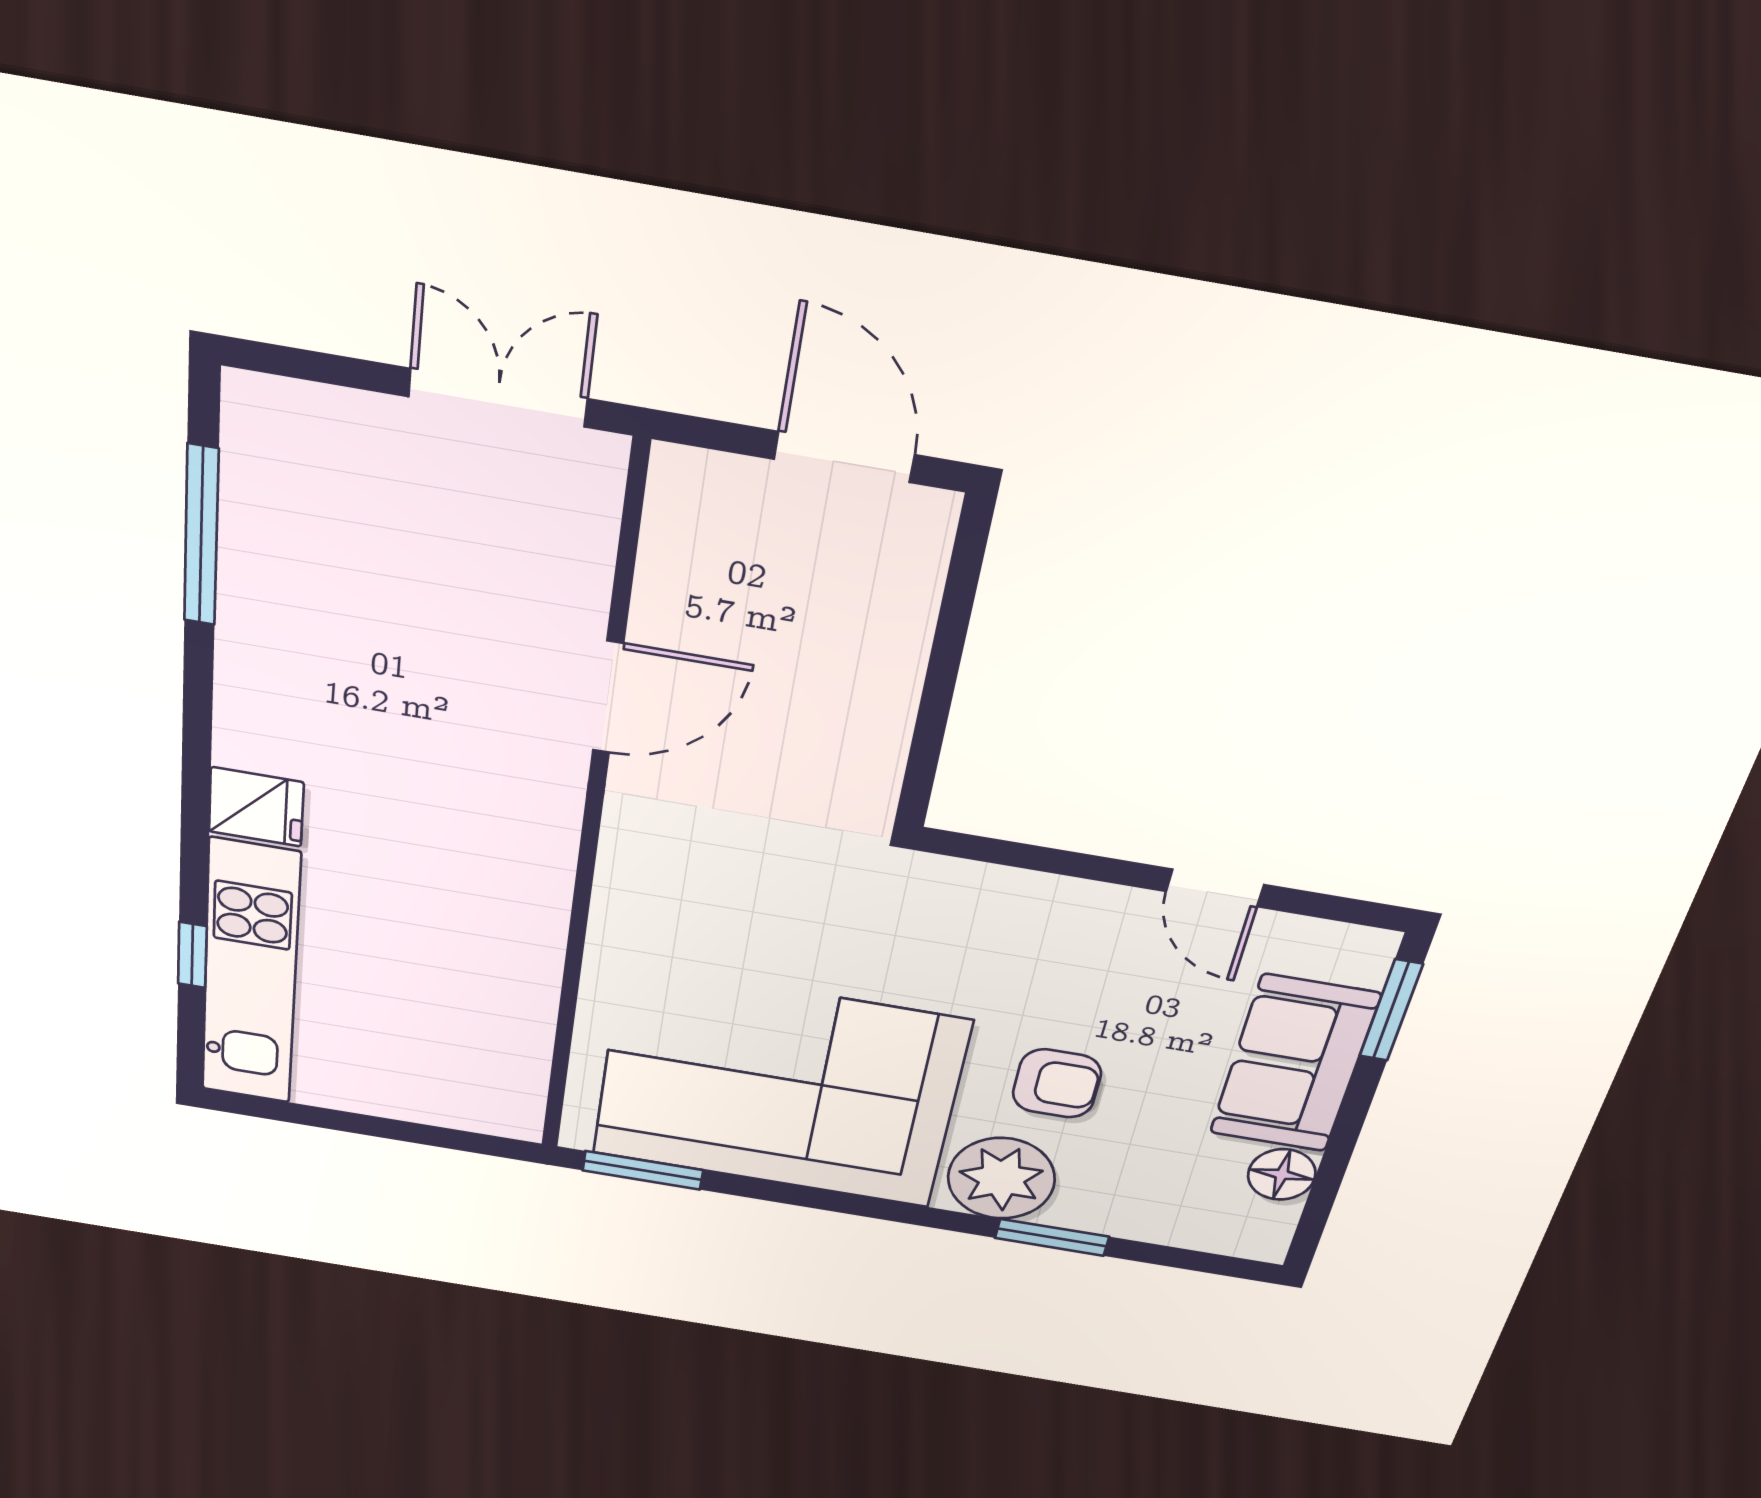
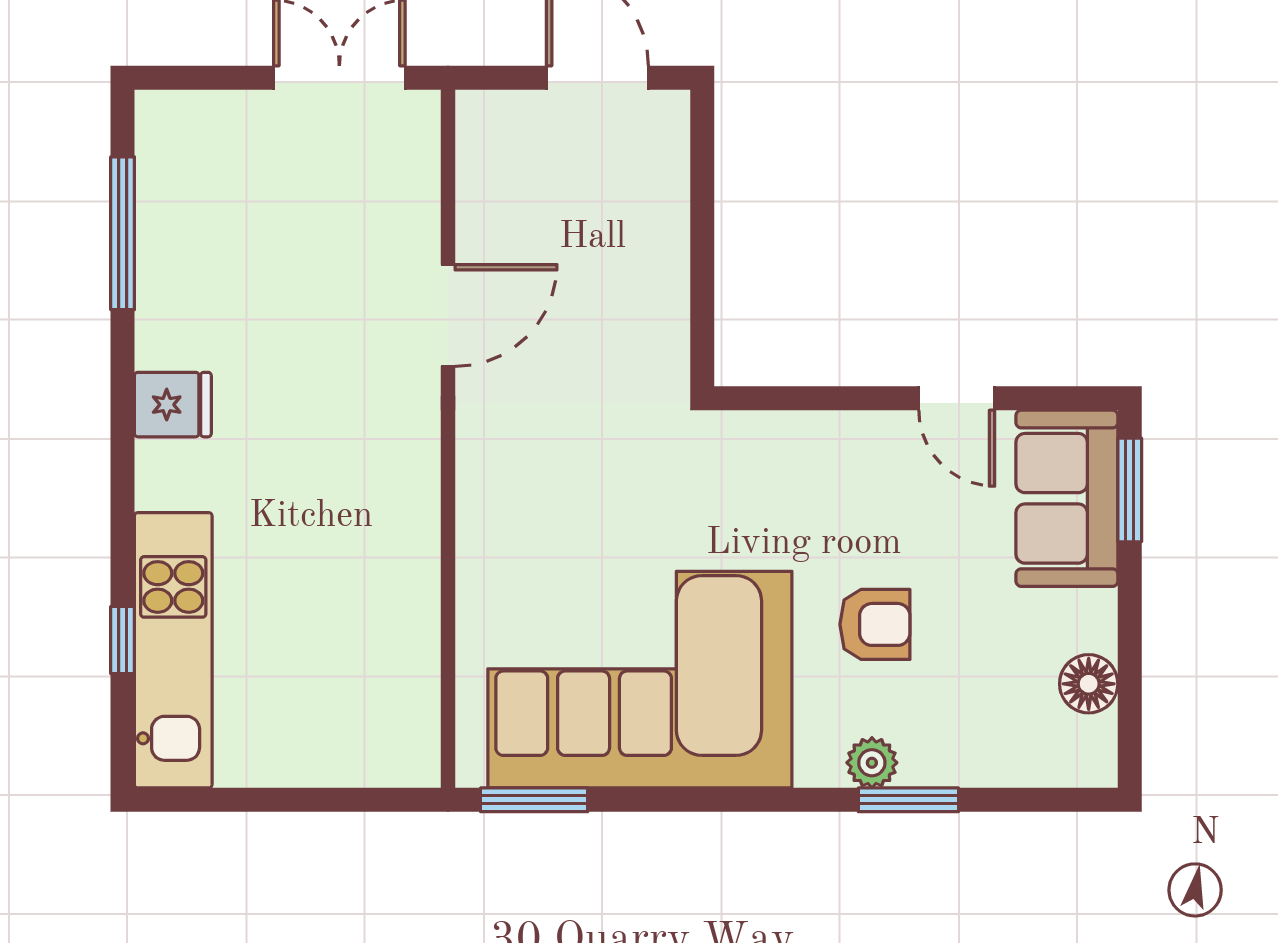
fridge: (256, 807) -> (173, 405), moved
sofa: (1294, 1064) -> (1067, 498), moved
plant: (1001, 1178) -> (872, 763), width x0.53, depth x0.53

